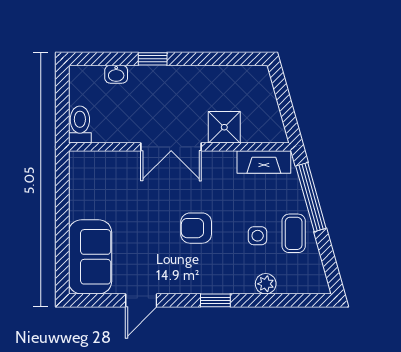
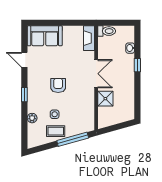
double door: (171, 147) -> (96, 74), swing flipped
fireplace: (264, 162) -> (89, 38), moved

